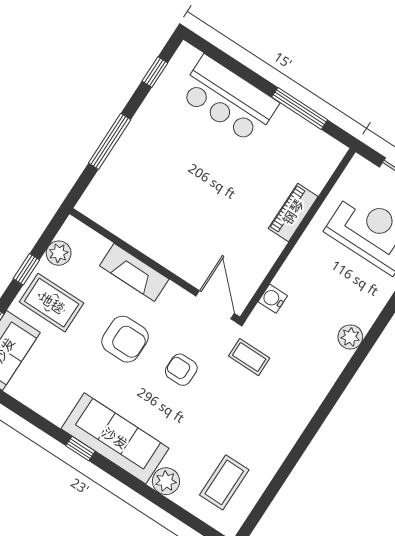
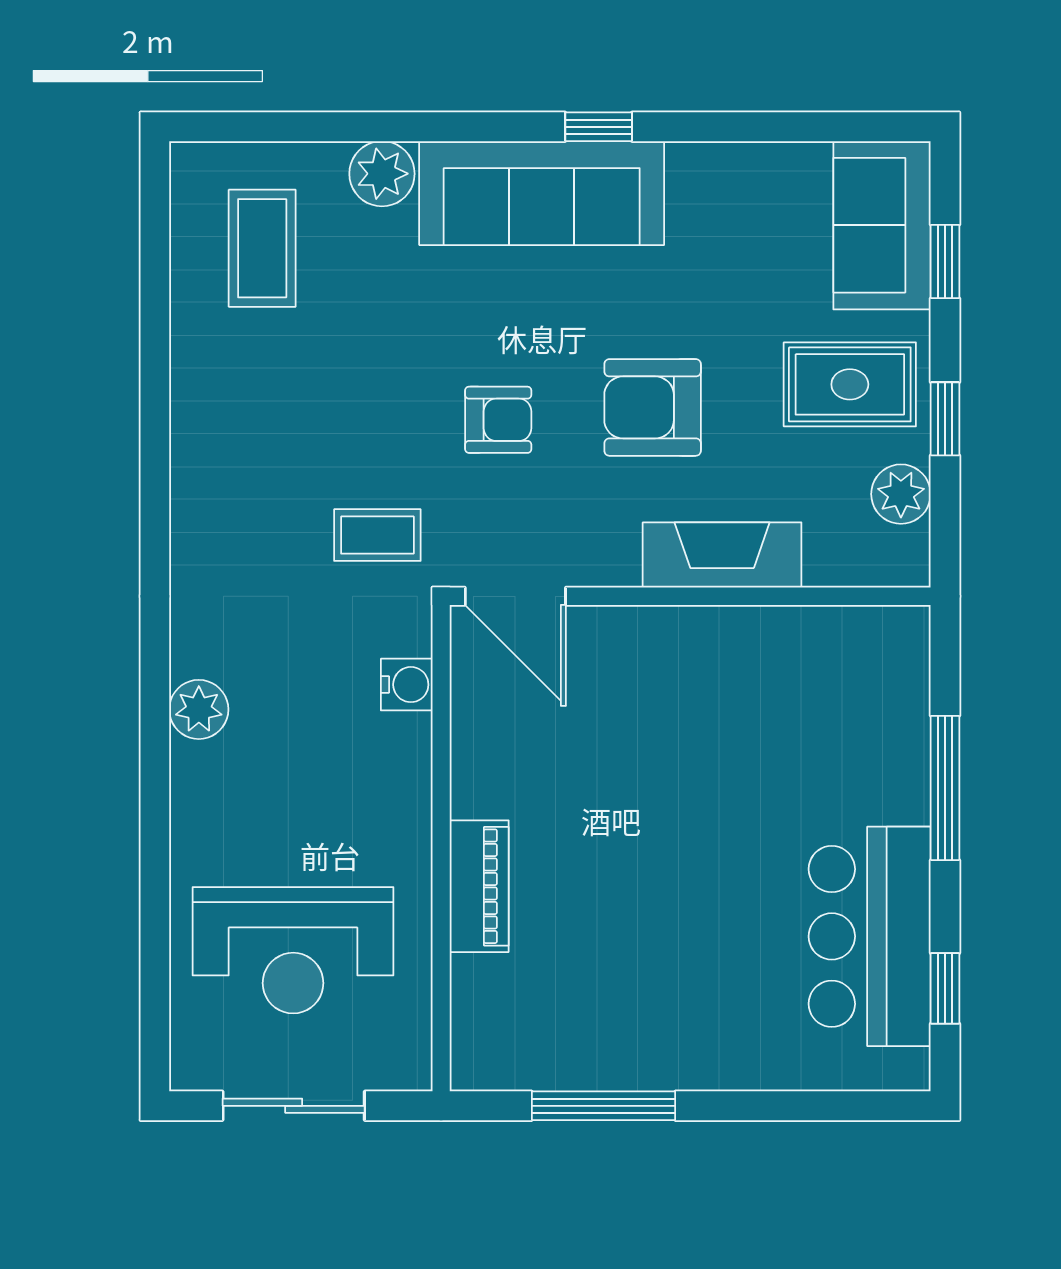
bar counter: (228, 99) -> (870, 936), moved, turned -90

